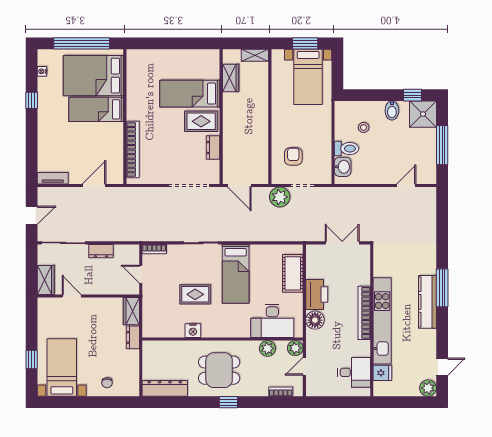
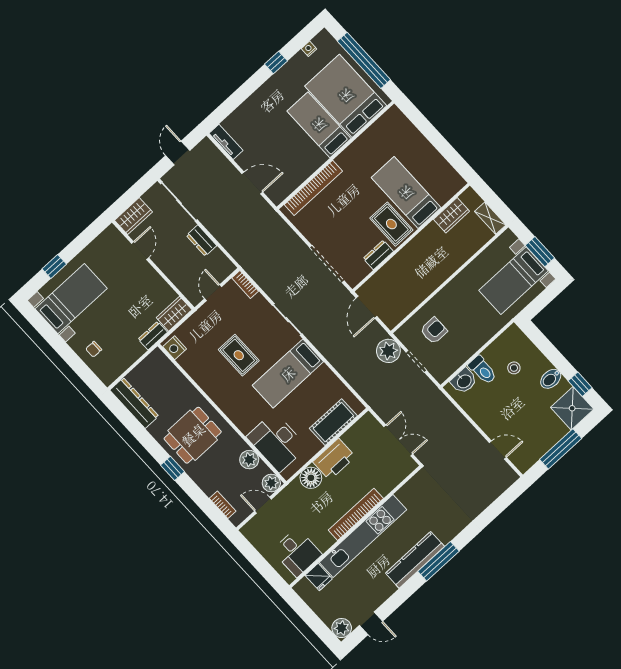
door: (32, 215) -> (178, 153), swing flipped
nightstand: (193, 331) -> (175, 348), moved
dining table: (219, 370) -> (193, 435), turned 90

